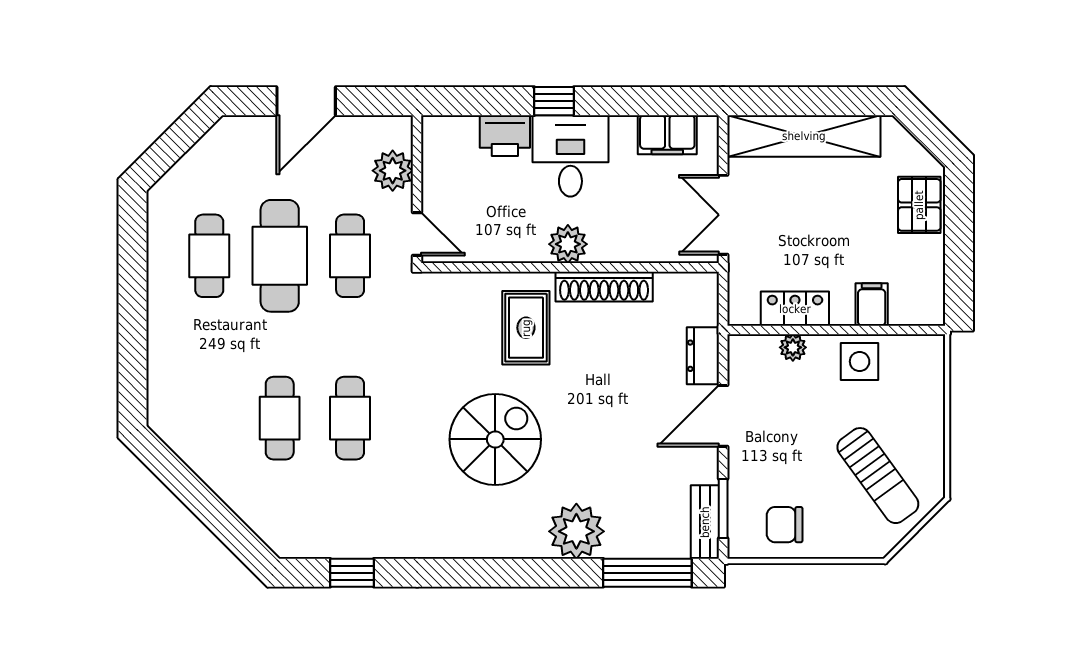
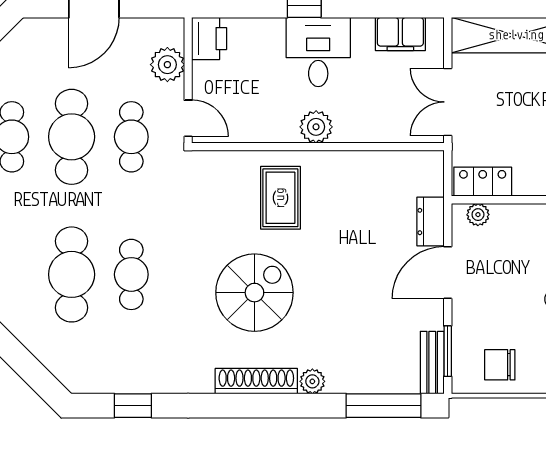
printer: (505, 136) -> (209, 39), moved, turned -90
shoe rack: (604, 287) -> (256, 381), moved, turned 180
locker: (795, 309) -> (483, 182), moved
plant: (793, 347) -> (478, 215), moved
cafe table: (280, 418) -> (72, 274), width x1.37, depth x1.35
plant: (576, 531) -> (312, 381), width x0.53, depth x0.53

